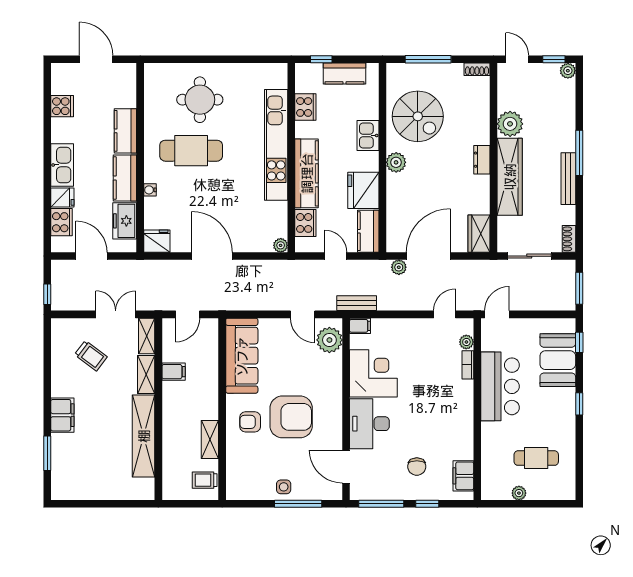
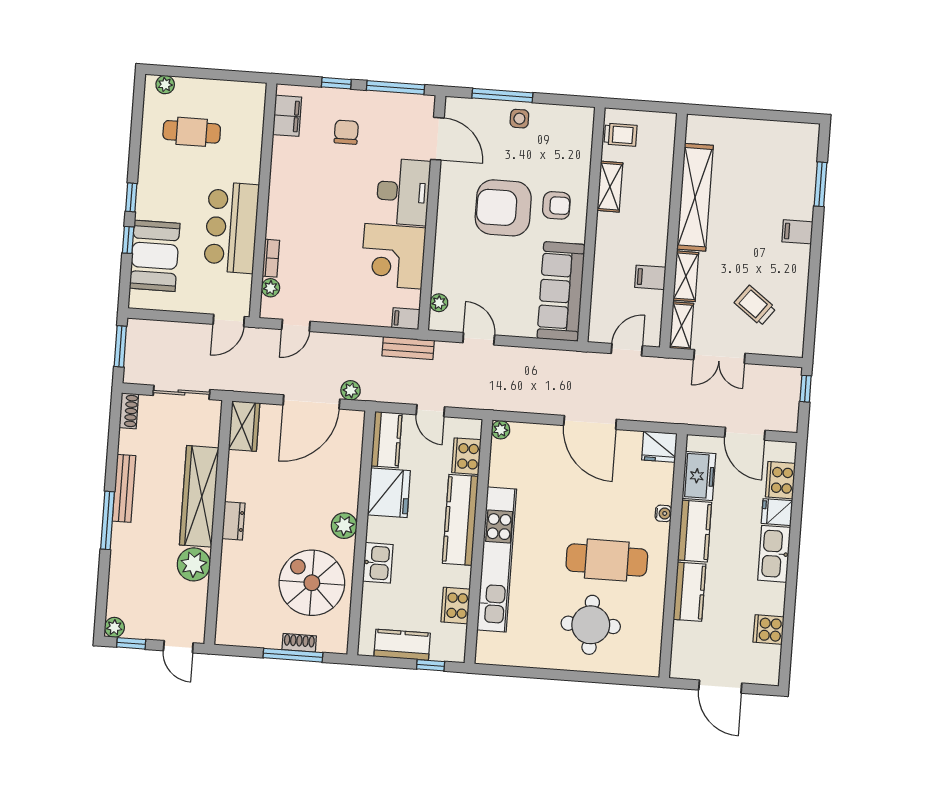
shoe rack: (477, 69) -> (299, 643), moved
plant: (329, 340) -> (439, 303), width x0.53, depth x0.53
window: (579, 342) -> (128, 240), moved
filing cabinet: (62, 415) -> (797, 232), width x0.50
plant: (519, 493) -> (165, 85), moved

